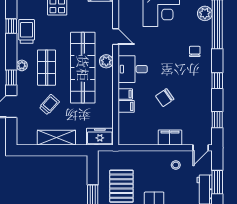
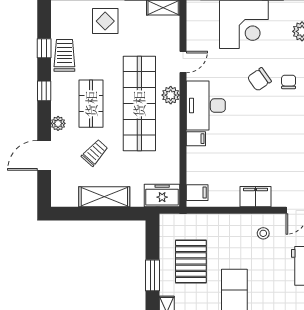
door: (116, 37) -> (183, 62), hinge flipped
plant: (22, 65) -> (58, 123), moved
desk: (133, 69) -> (206, 105), width x1.37
window: (11, 77) -> (44, 91), moved
chair: (165, 98) -> (259, 79), moved
filing cabinet: (126, 106) -> (197, 193), moved

